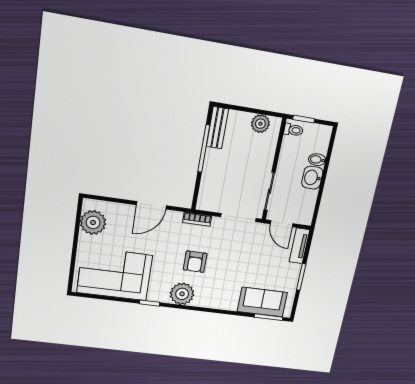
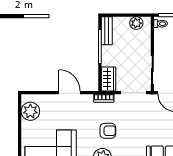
wardrobe: (208, 195) -> (108, 79), added
door: (151, 205) -> (70, 93), swing flipped
armchair: (195, 262) -> (108, 131), turned -90

